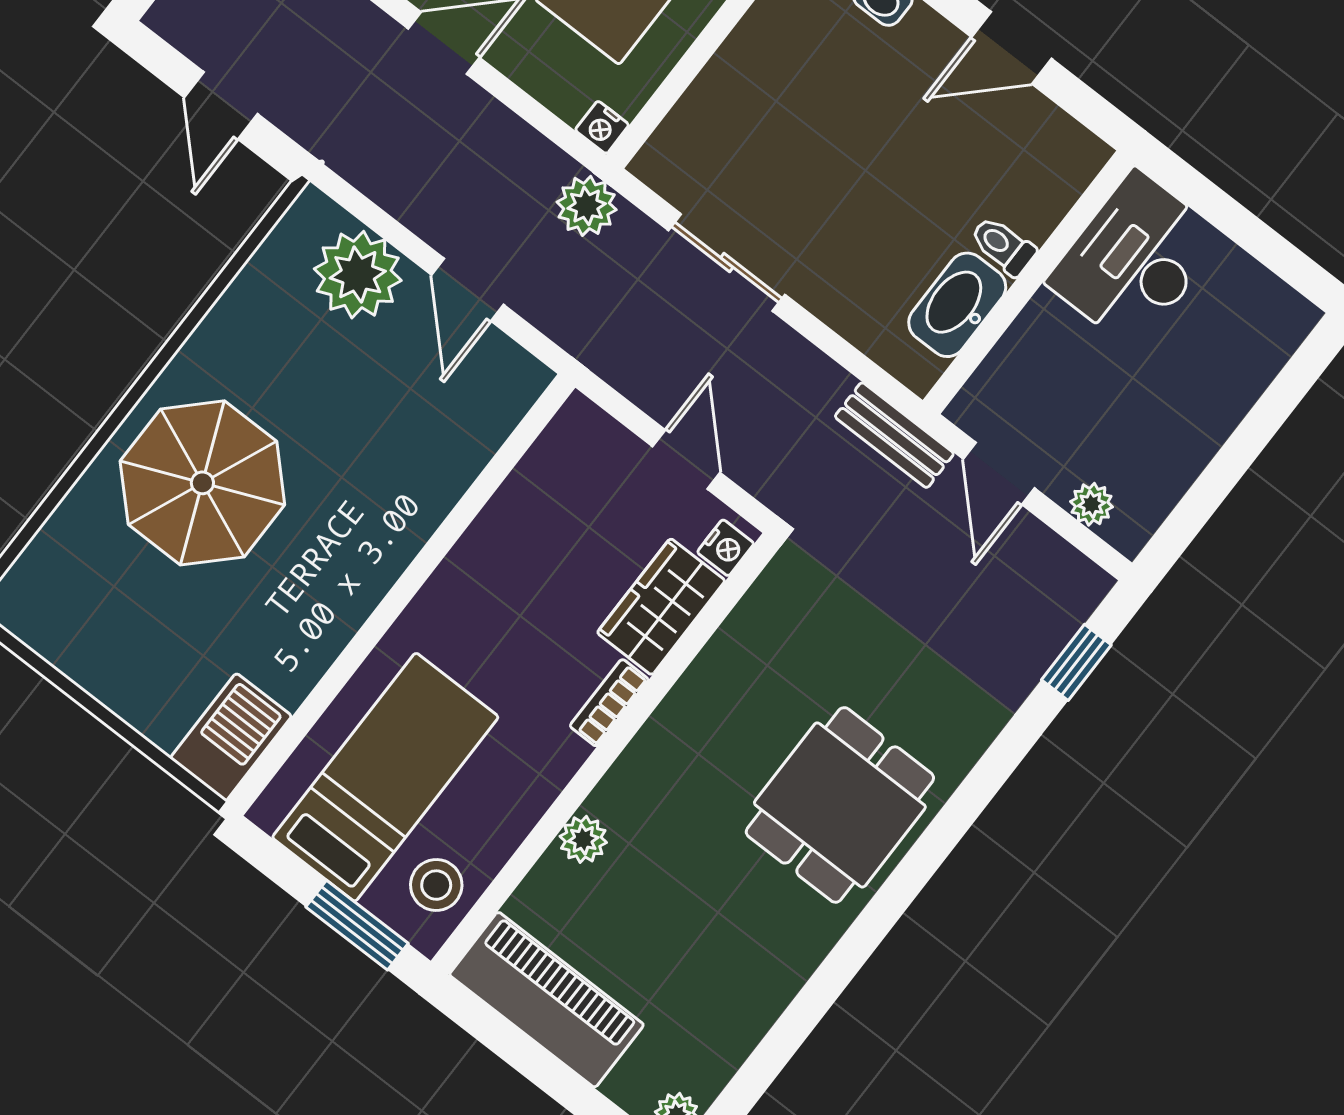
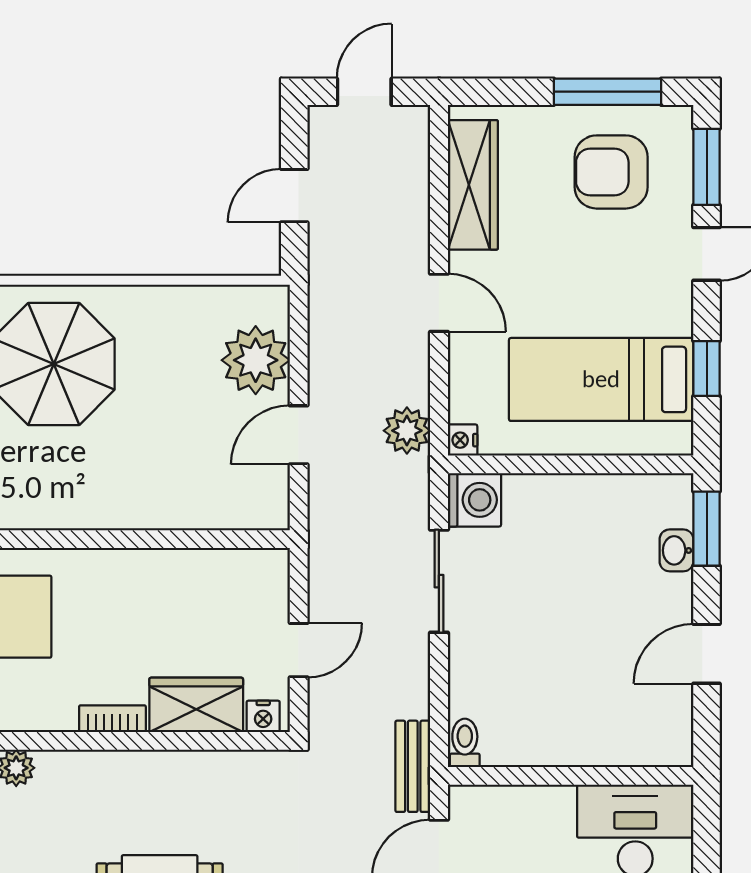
door: (1012, 48) -> (707, 654), hinge flipped
washing machine: (672, 162) -> (474, 500), added
plant: (587, 206) -> (407, 431), moved
toilet: (1003, 246) -> (465, 743), moved
washbasin: (957, 305) -> (523, 743), removed

